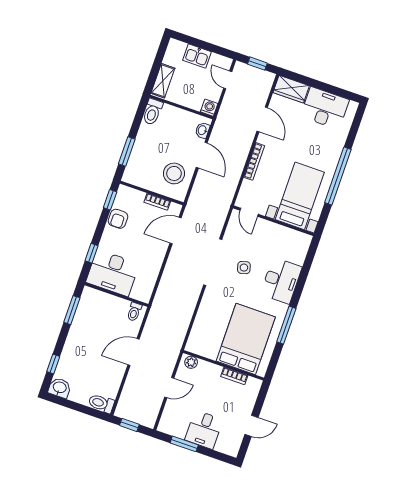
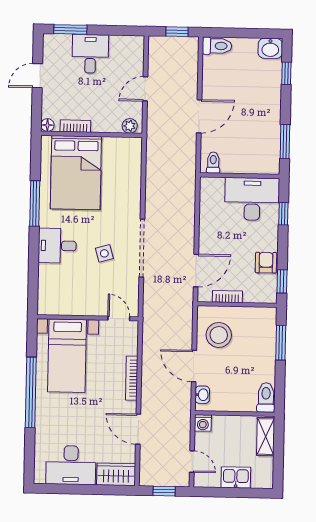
desk: (281, 281) -> (57, 246), width x0.73
floor lamp: (256, 384) -> (47, 125), added
window: (184, 444) -> (70, 29), moved

